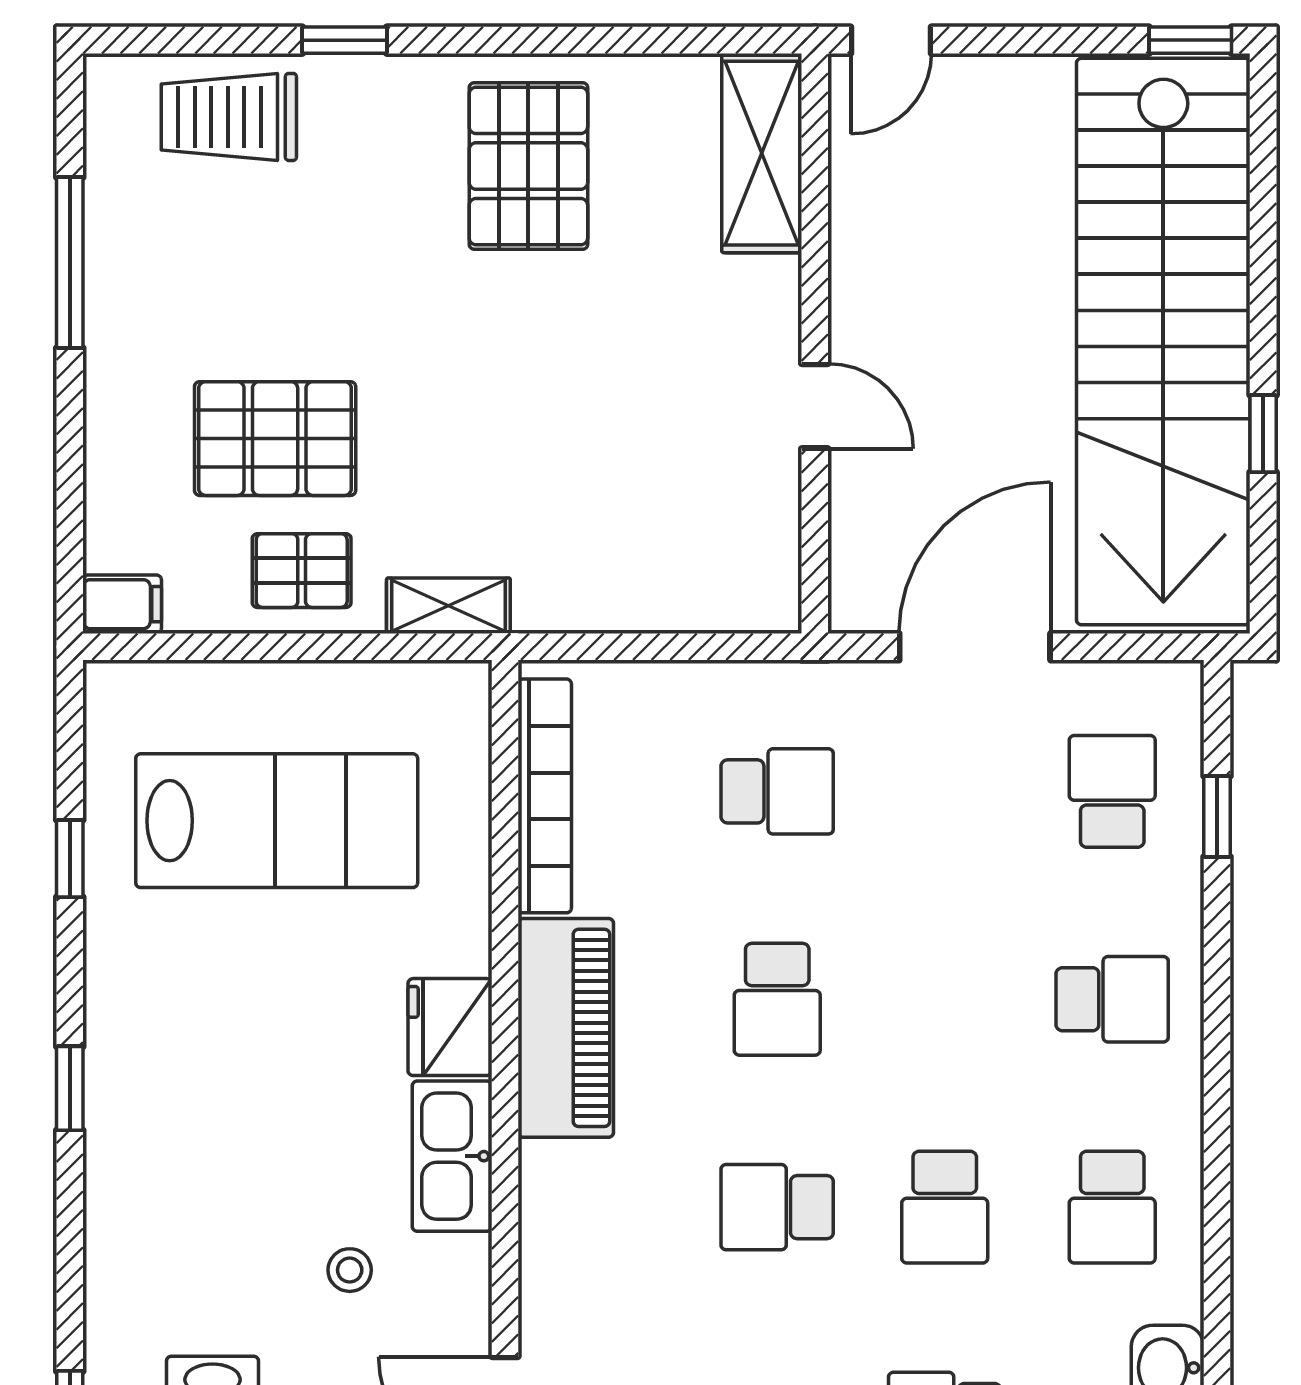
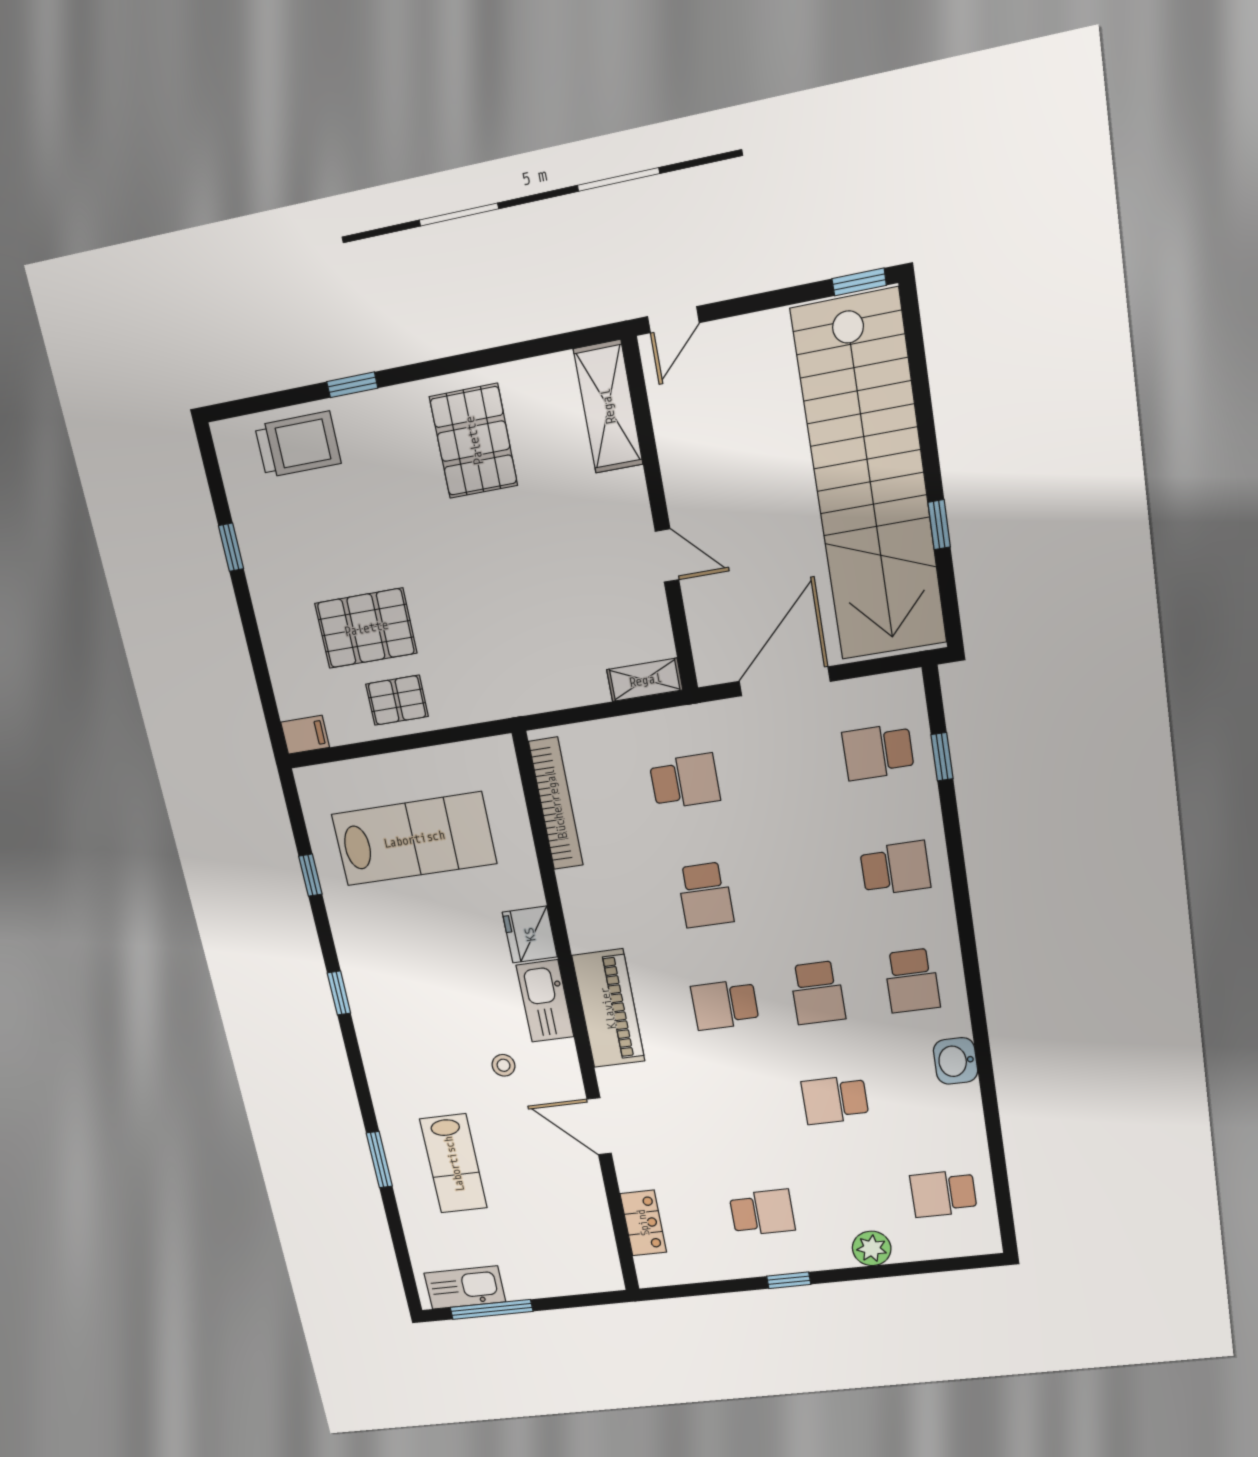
trolley: (229, 117) -> (298, 445), turned 180
window: (70, 263) -> (231, 547), width x0.46
shelving: (448, 606) -> (645, 680), moved
school desk: (1112, 791) -> (878, 752), turned -90
piano: (566, 1028) -> (608, 1008), moved

